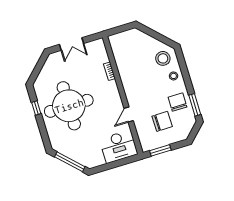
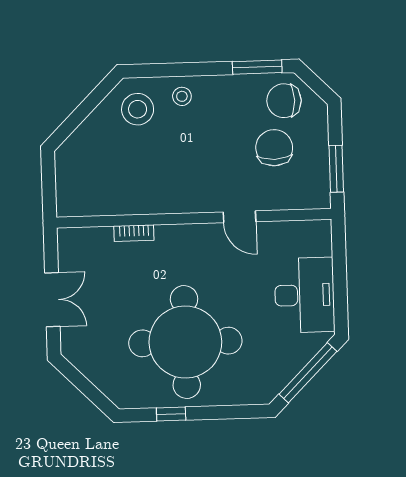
chair: (178, 102) -> (284, 101), moved
desk: (119, 146) -> (304, 295), moved

